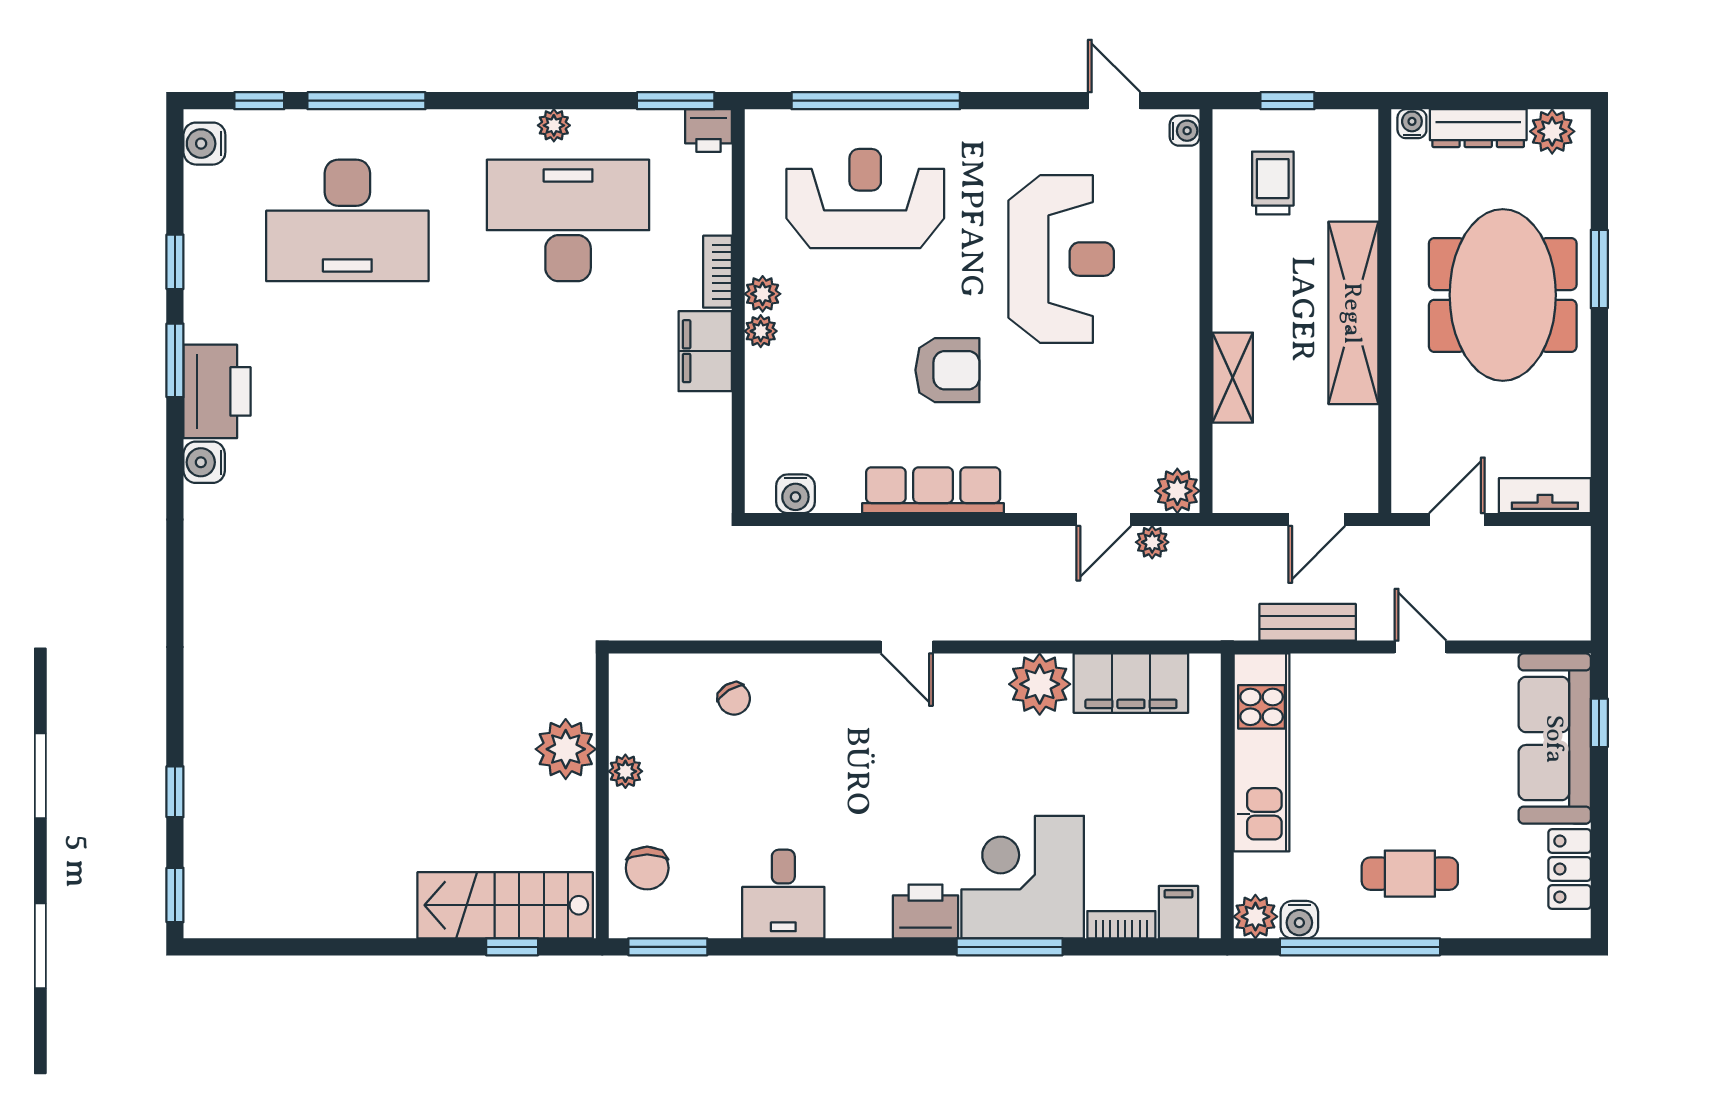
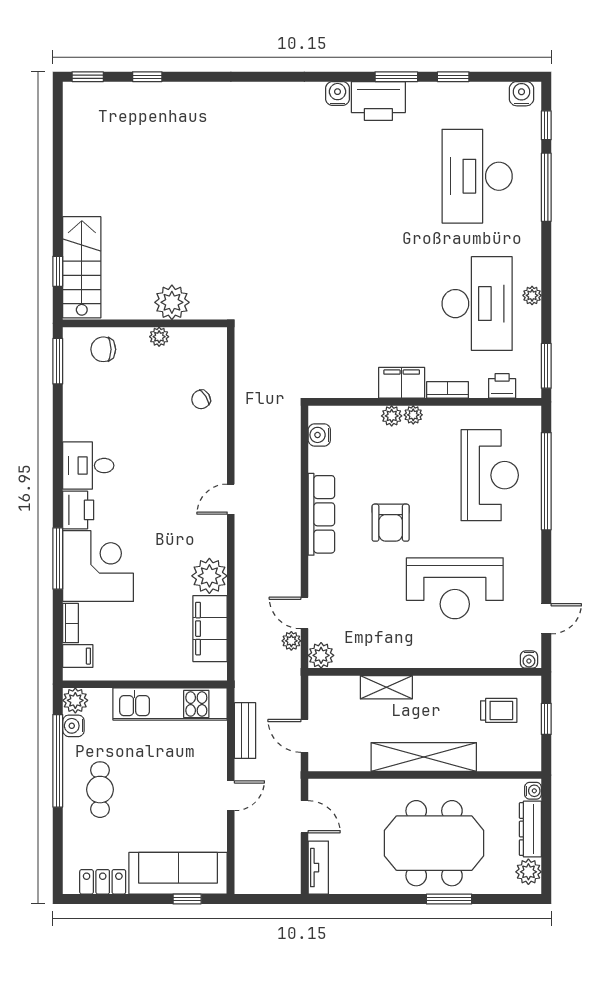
printer: (709, 130) -> (502, 386), moved, turned 90
plant: (763, 294) -> (392, 416), moved
desk: (783, 894) -> (88, 466), moved

